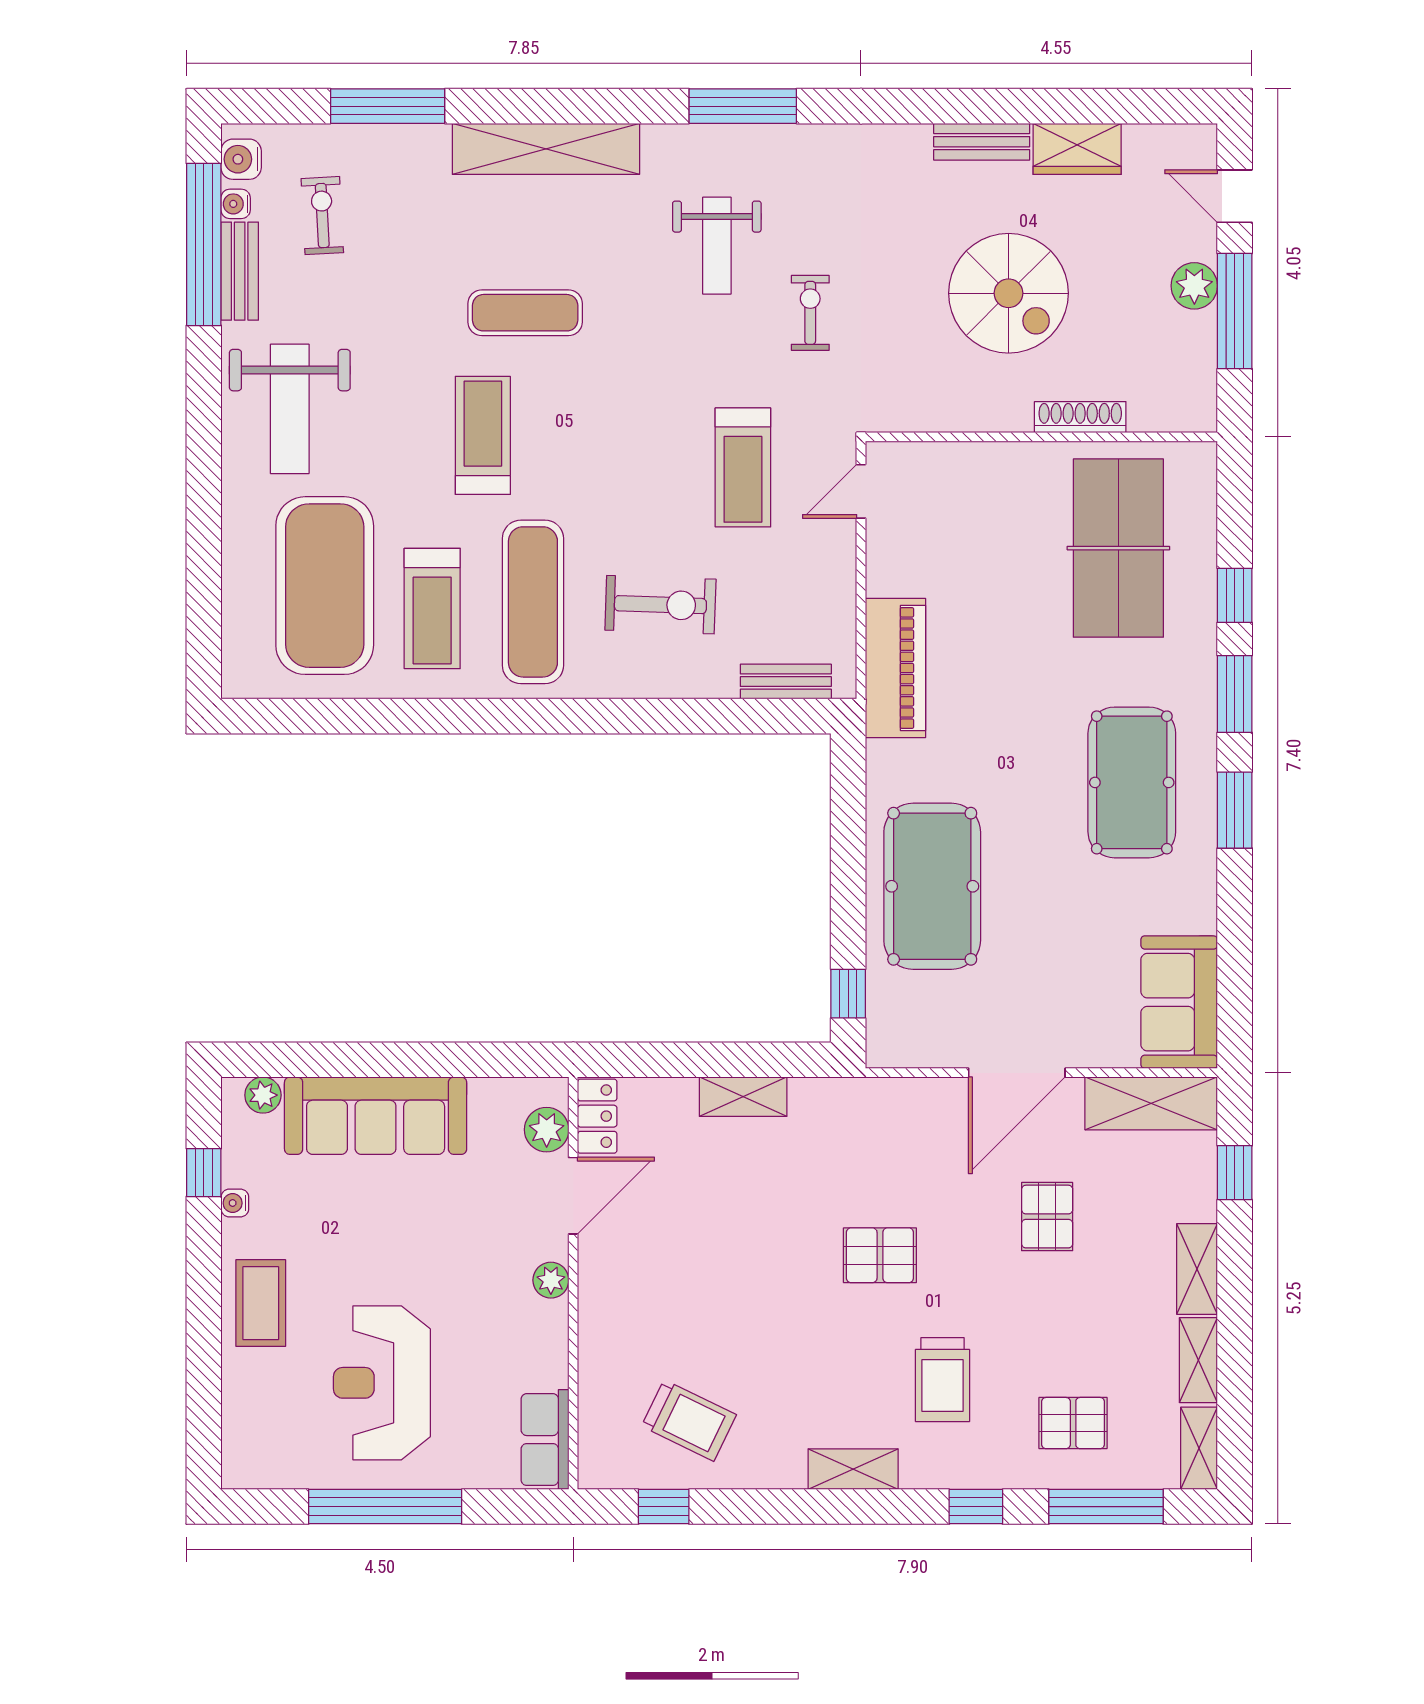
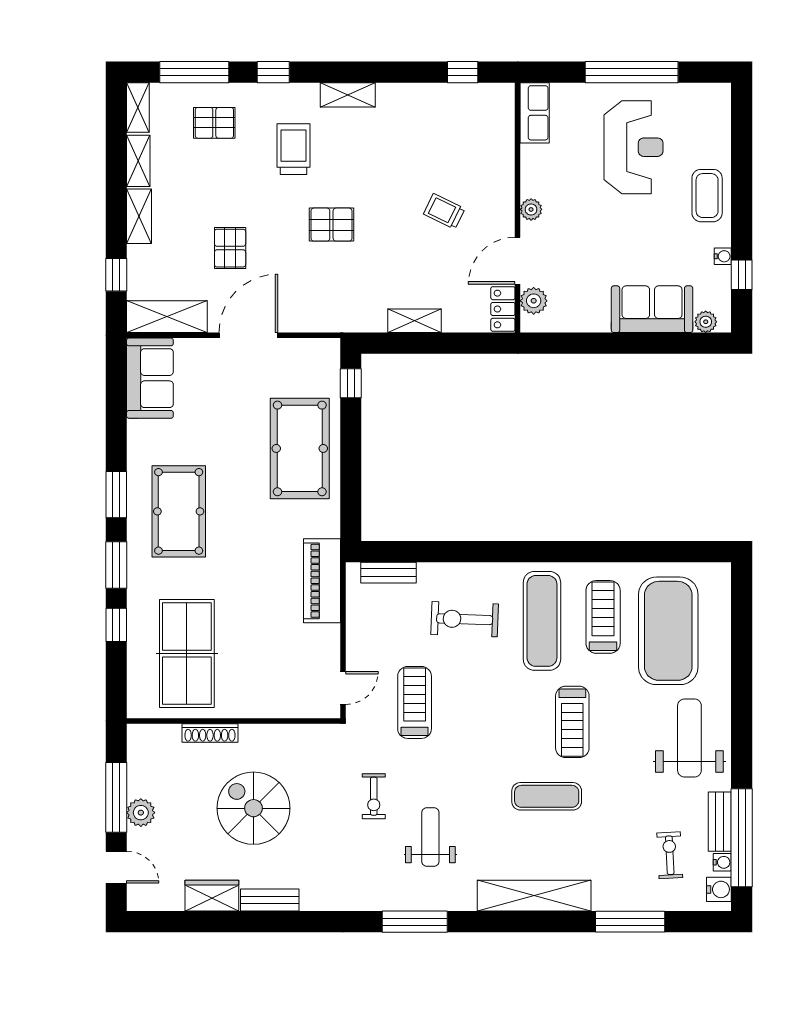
exercise bike: (322, 216) -> (670, 855), turned 180
sofa: (376, 1116) -> (652, 309), width x0.73
trolley: (689, 1420) -> (444, 211), moved, width x0.73, depth x0.72

